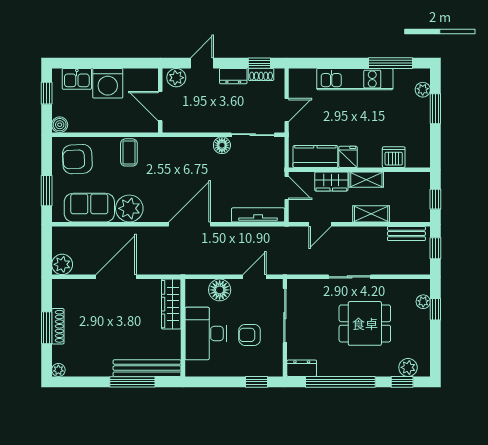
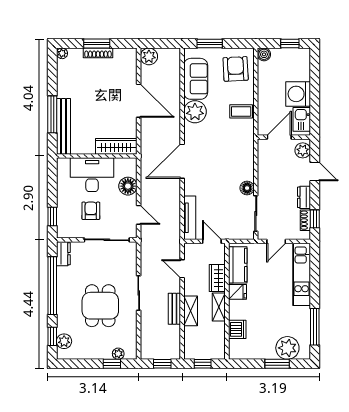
kitchen sink: (77, 79) -> (302, 119), moved
kitchen unit: (355, 79) -> (302, 274), moved
plant: (423, 90) -> (287, 348), width x1.87, depth x1.87
door: (287, 110) -> (276, 241), hinge flipped
door: (287, 188) -> (212, 241), swing flipped
door: (190, 224) -> (182, 161), swing flipped
bench: (406, 233) -> (174, 309), moved

